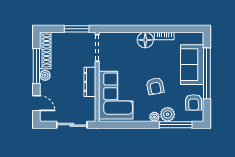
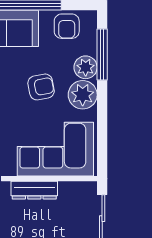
armchair: (194, 102) -> (67, 26), turned 91
plant: (154, 117) -> (83, 95), width x1.88, depth x1.88

